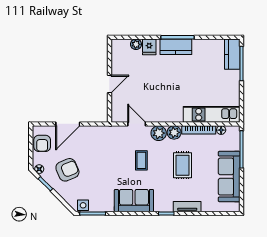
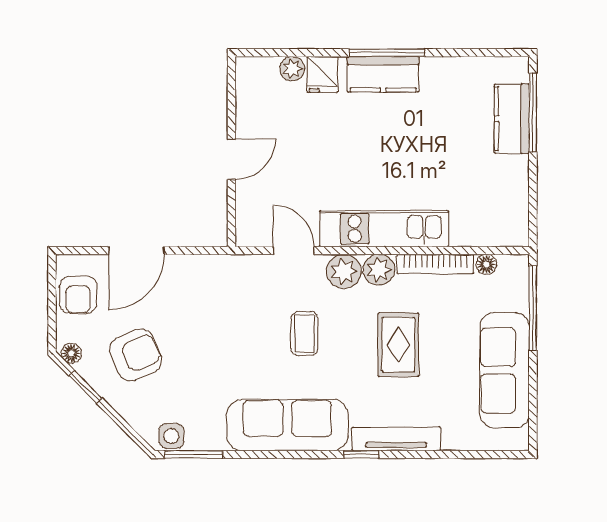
kitchen counter: (232, 54) -> (512, 119), moved
kitchen unit: (212, 114) -> (384, 229), moved
sofa: (134, 201) -> (287, 425), width x1.36
tv unit: (187, 207) -> (396, 439), width x1.41

